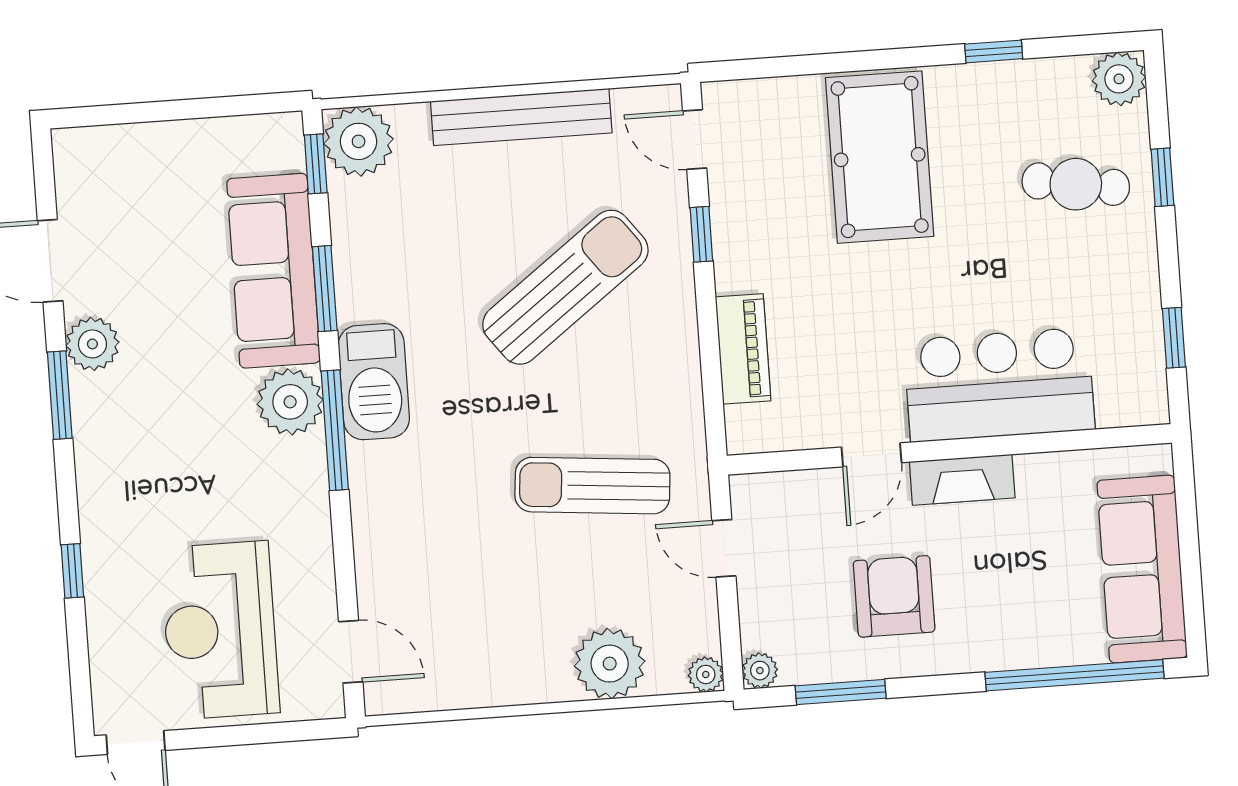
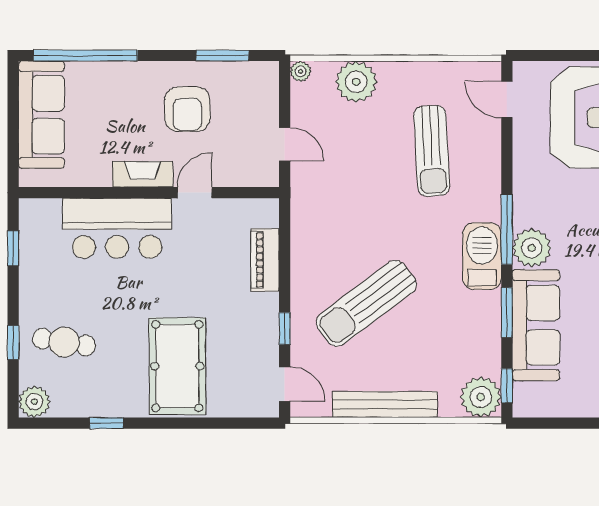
sun lounger: (592, 486) -> (432, 151), moved, turned 82
plant: (760, 671) -> (269, 71), removed

